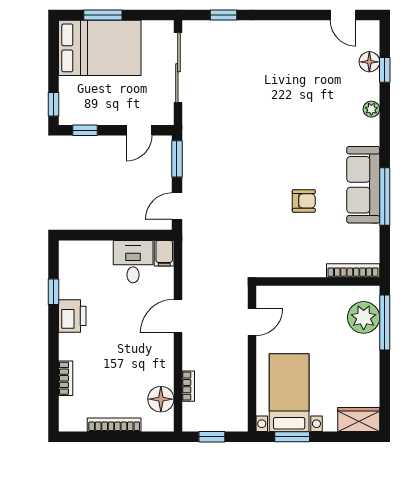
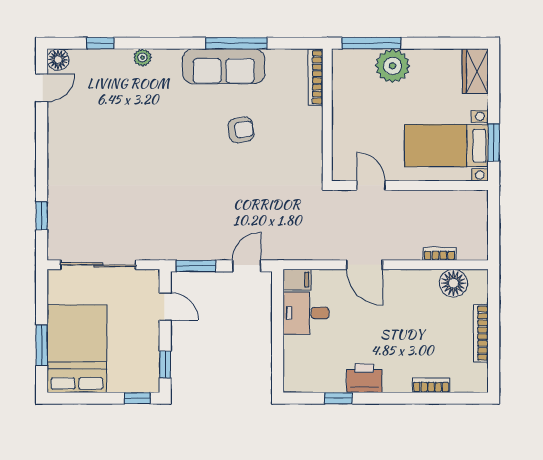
floor lamp: (369, 62) -> (58, 60), moved
armchair: (304, 201) -> (241, 130), turned 82
door: (177, 206) -> (247, 266), swing flipped
plant: (364, 317) -> (392, 66), moved
window: (212, 437) -> (494, 229), removed

